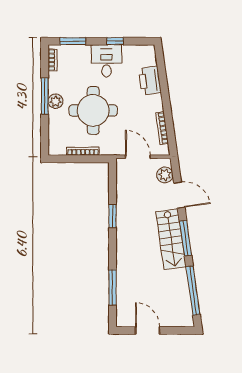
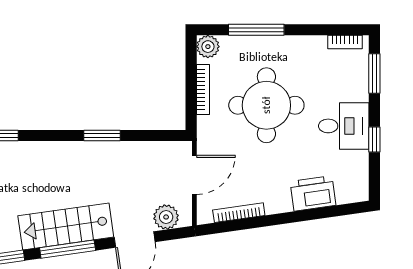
window: (45, 96) -> (256, 30), moved
plant: (55, 101) -> (208, 47), moved

